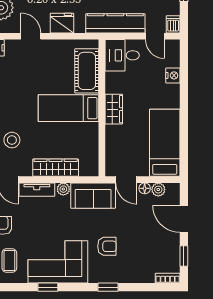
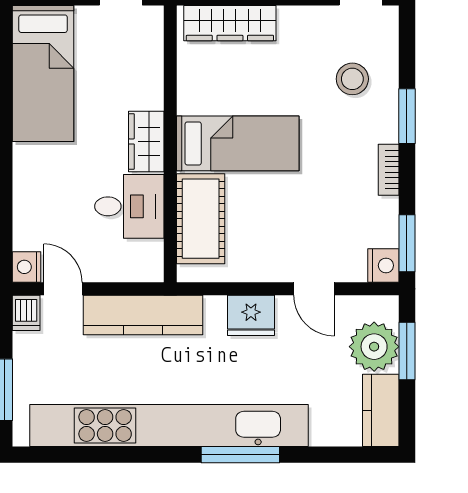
desk: (122, 55) -> (129, 206), moved
nightstand: (173, 75) -> (27, 267), moved
wardrobe: (56, 168) -> (230, 23), moved

